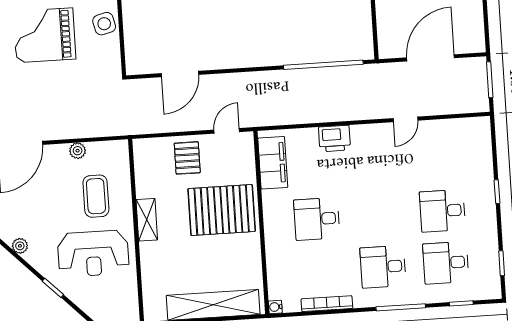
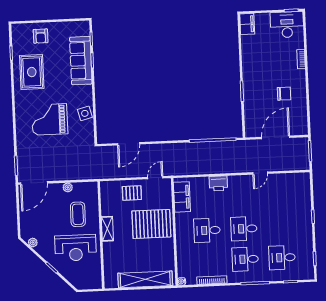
pallet: (187, 158) -> (132, 193), turned 90
desk: (442, 211) -> (244, 229), moved

